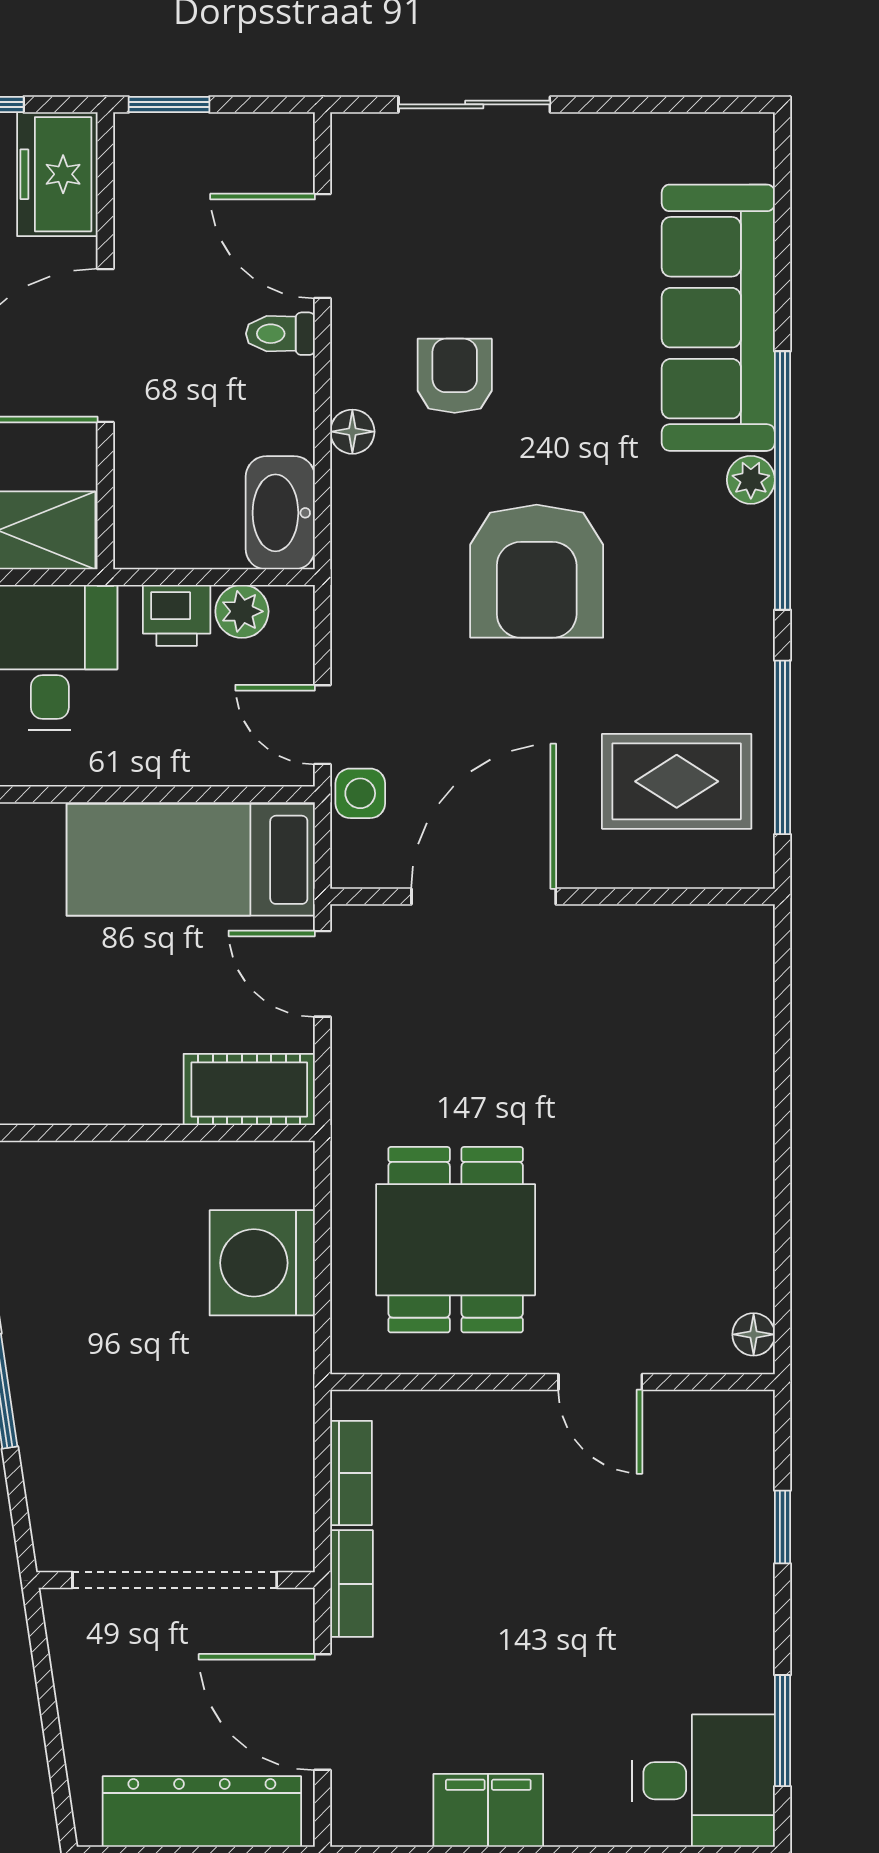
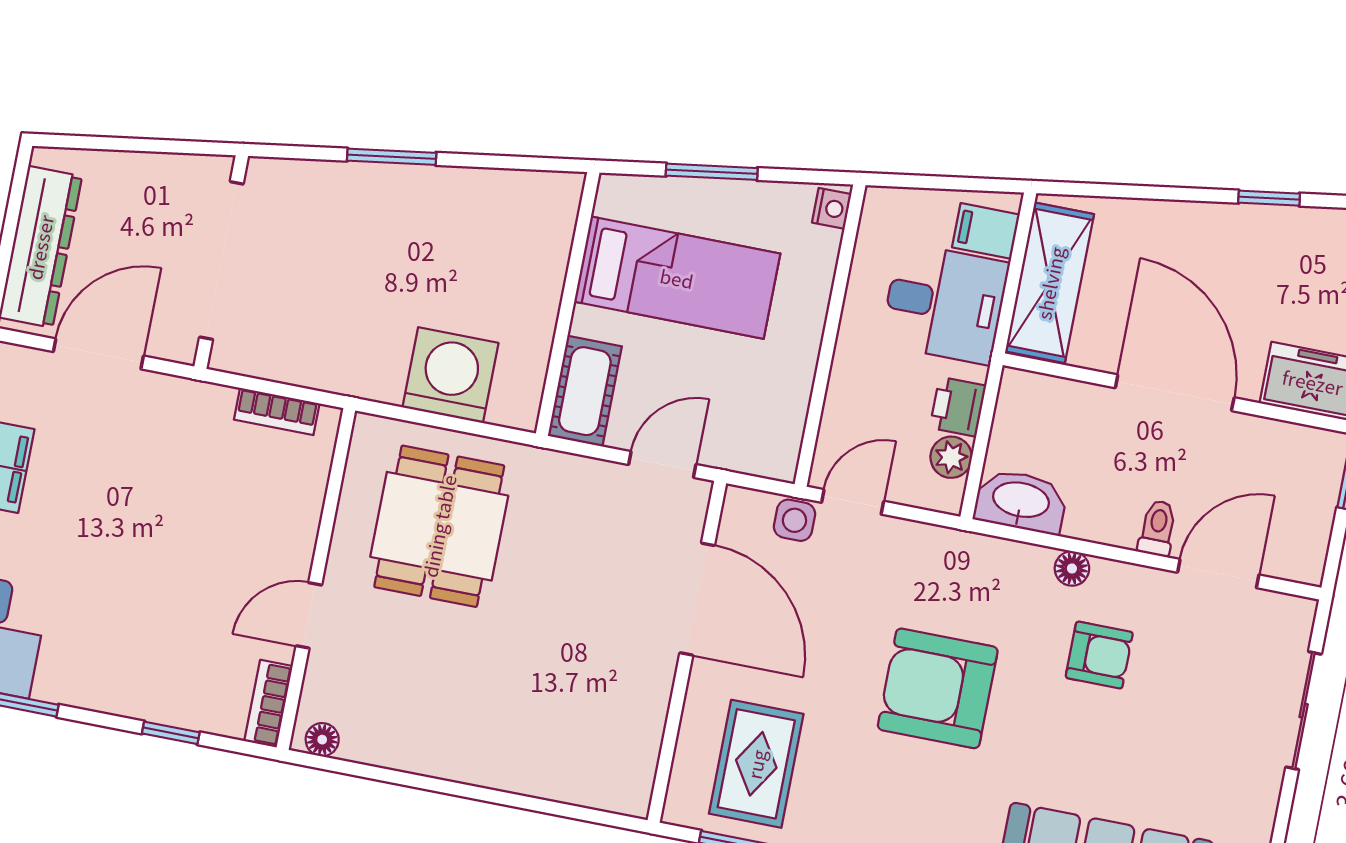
bed: (191, 860) -> (677, 278), moved, turned 90
dining table: (456, 1240) -> (439, 526), turned 90
bookcase: (352, 1584) -> (269, 704), moved, turned 90

